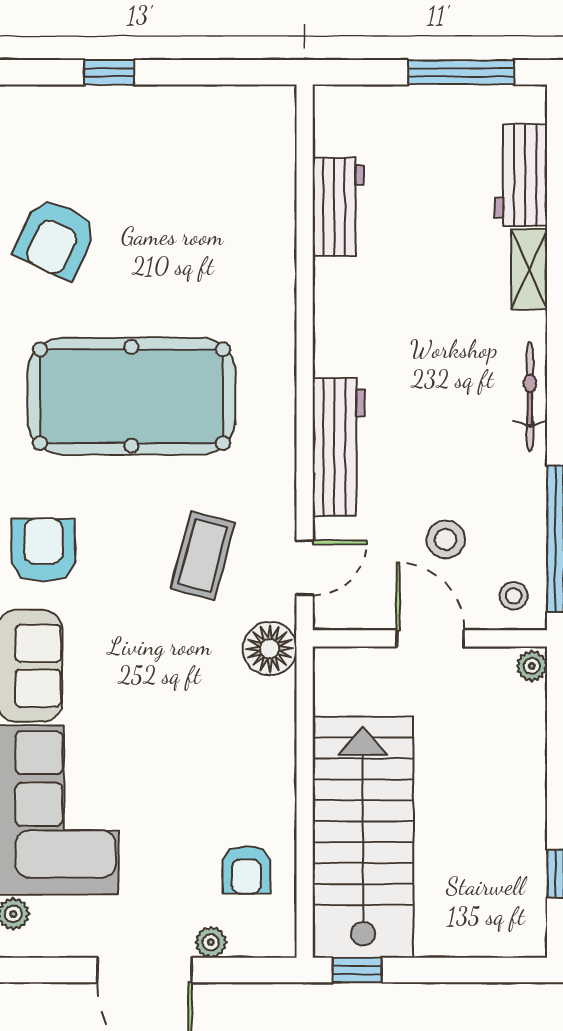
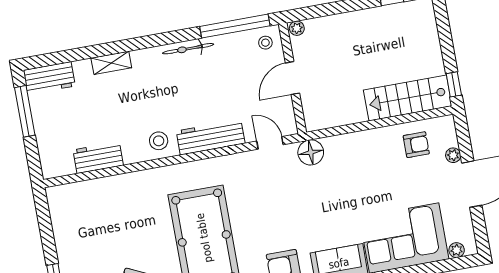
workbench: (521, 175) -> (49, 78), moved
bicycle: (530, 396) -> (188, 49), moved
stool: (446, 539) -> (159, 141), moved
coffee table: (203, 555) -> (273, 192), removed
stairs: (363, 837) -> (408, 98), width x0.73, depth x0.66

